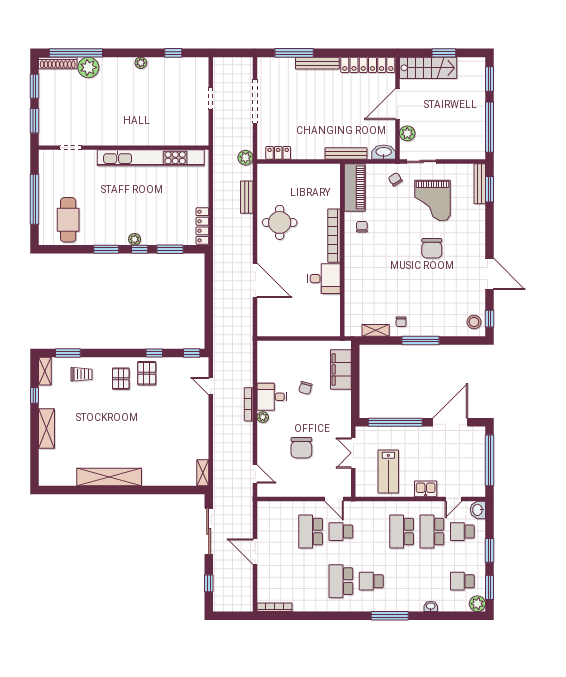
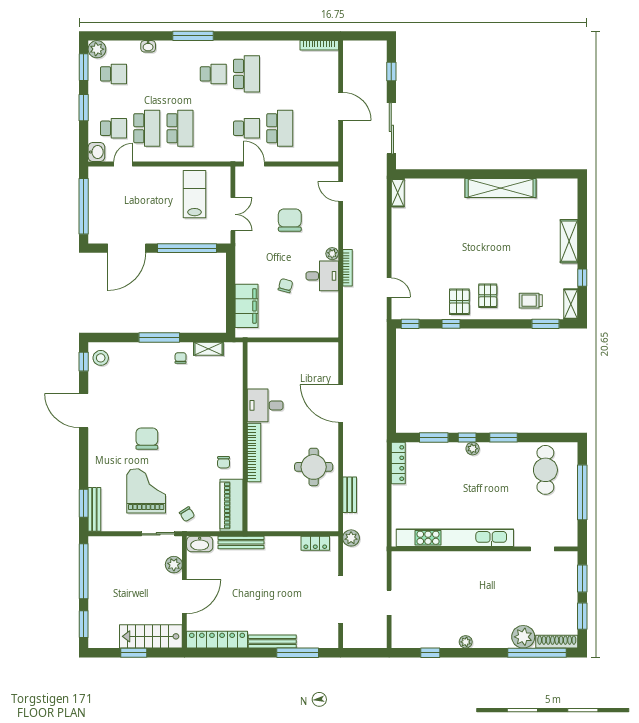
kitchen sink: (426, 489) -> (154, 175), removed

